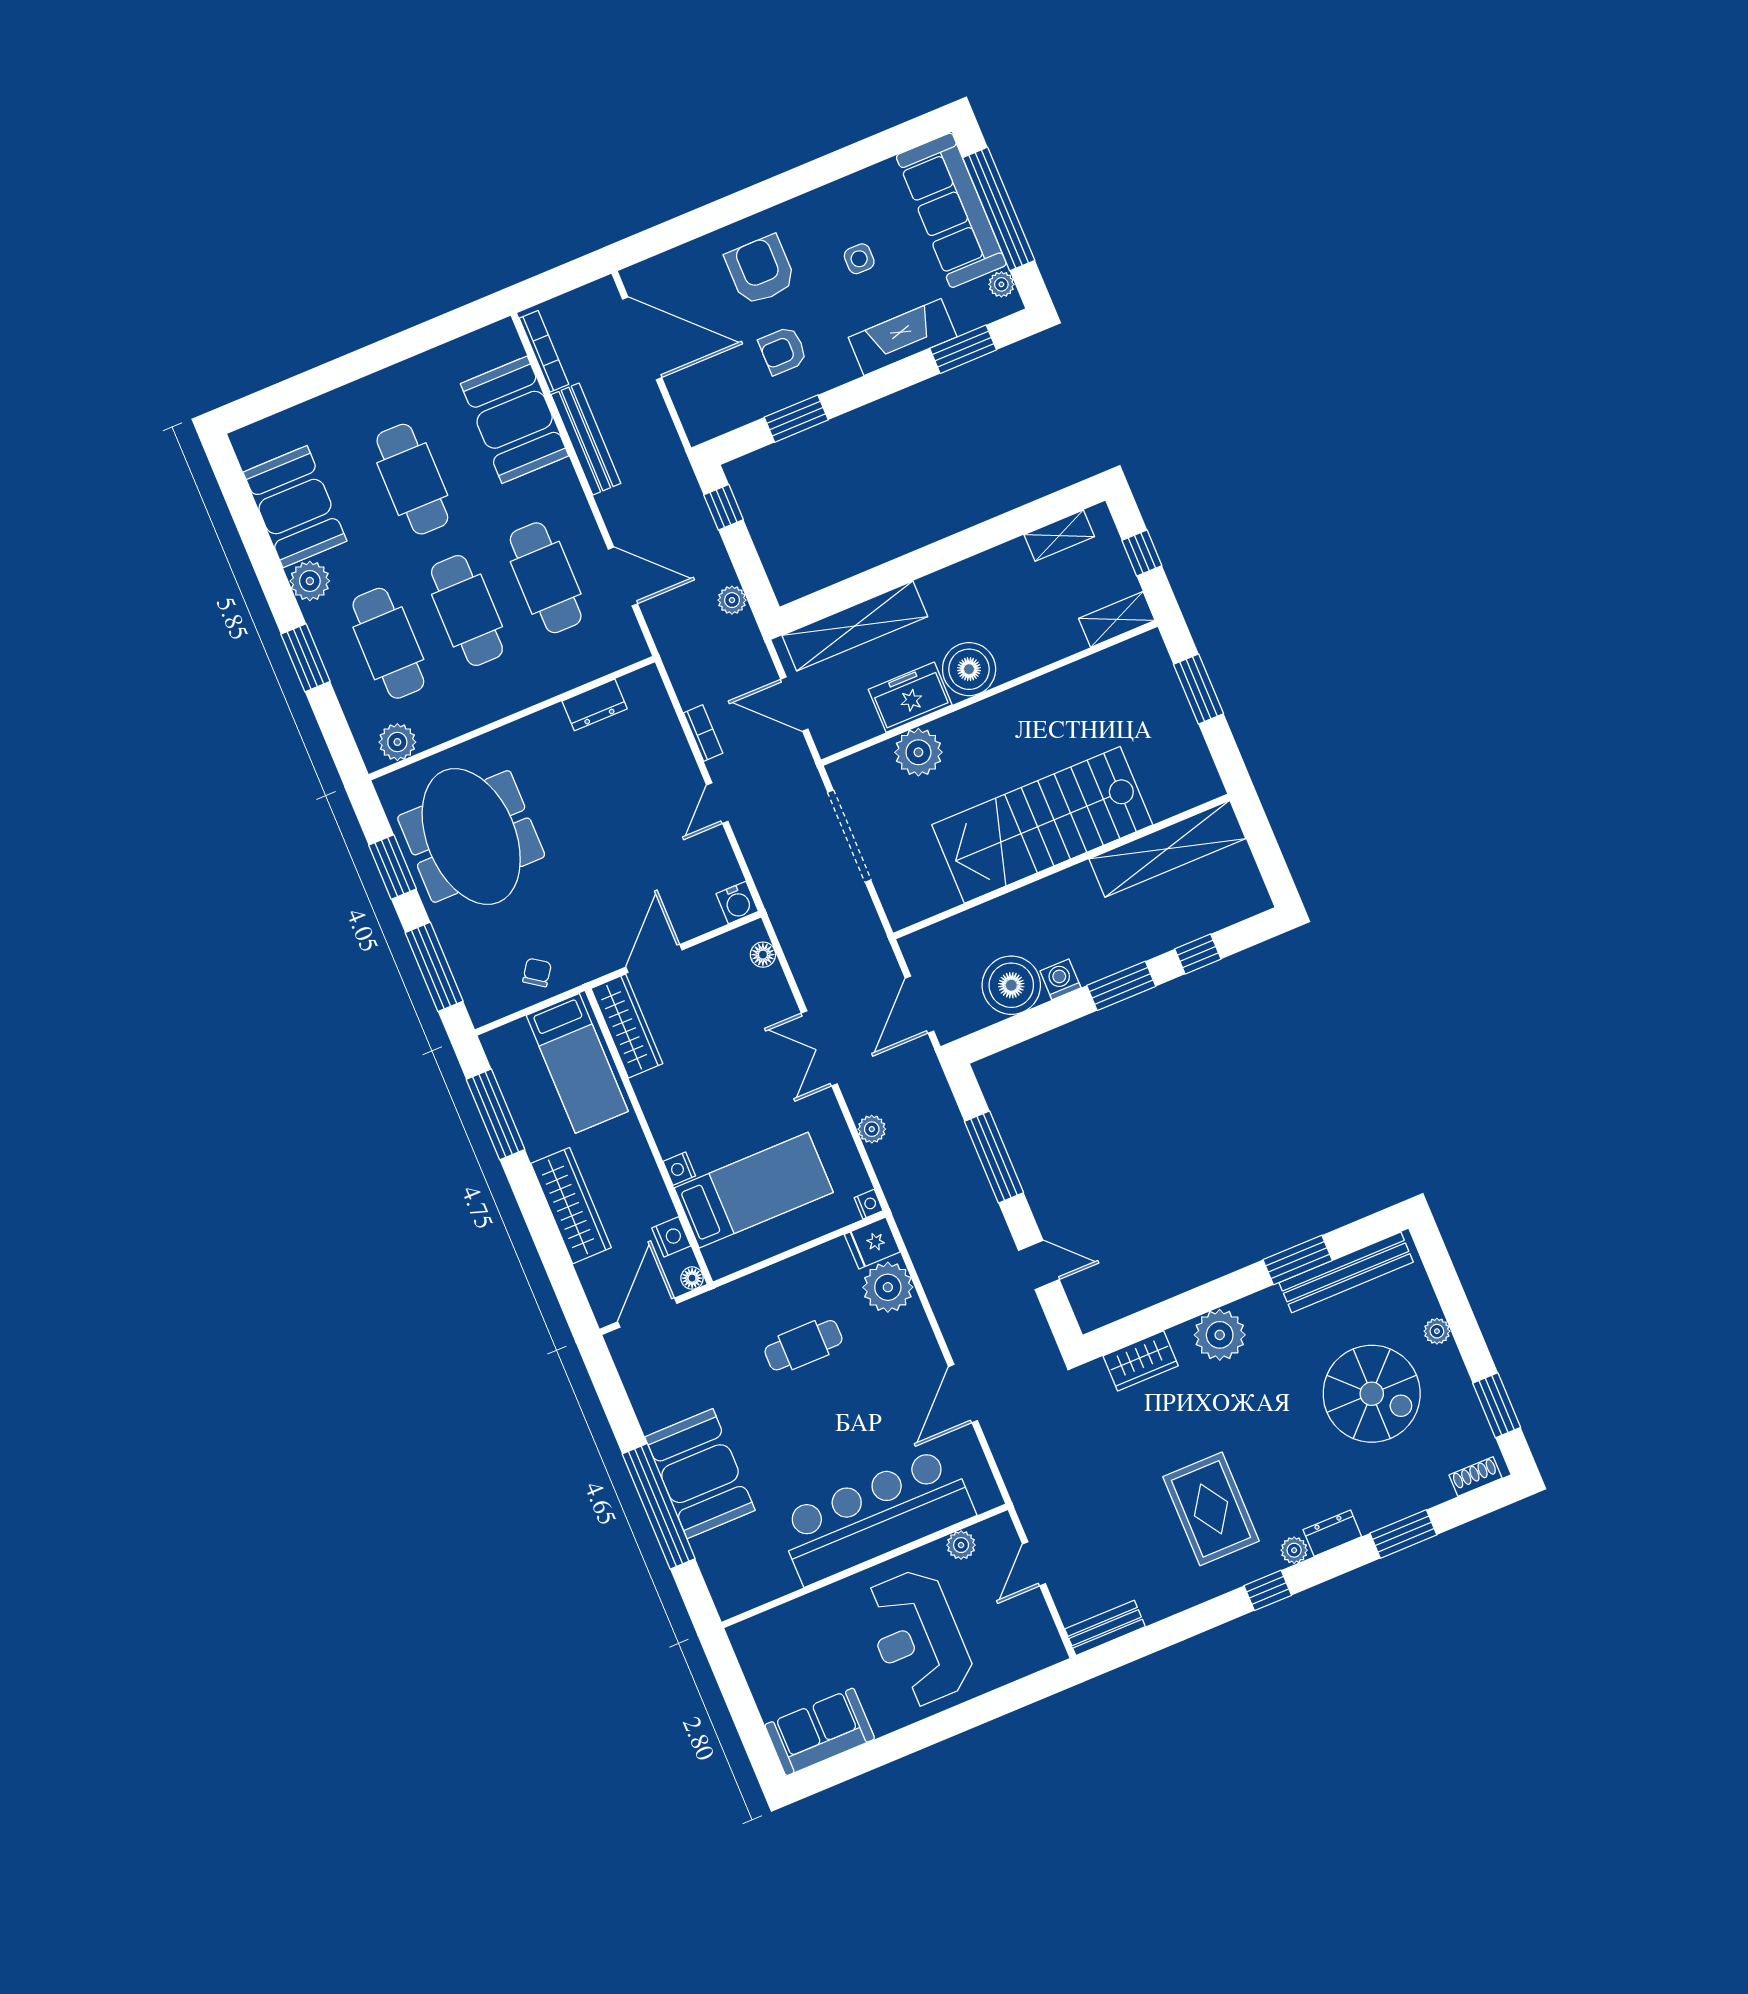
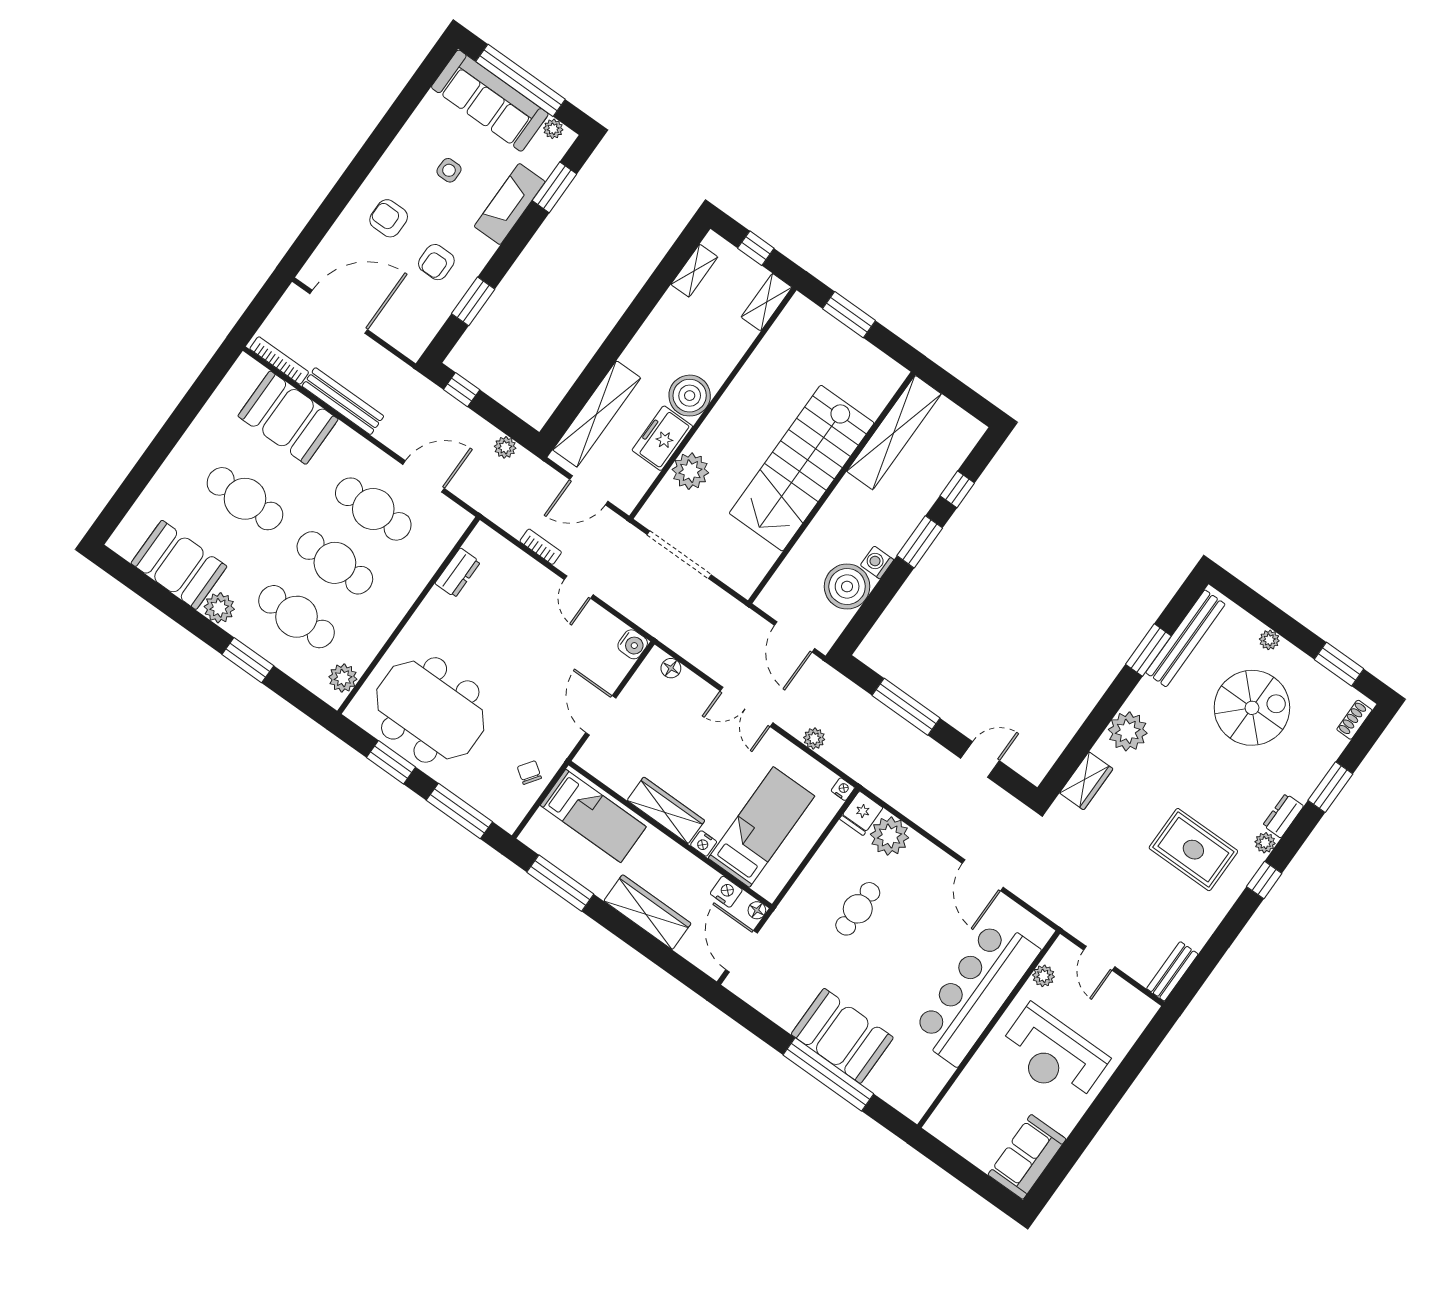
armchair: (760, 270) -> (389, 218), width x0.72, depth x0.72
wardrobe: (627, 1026) -> (666, 810), moved

